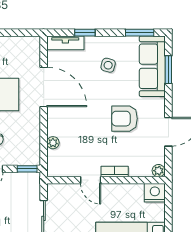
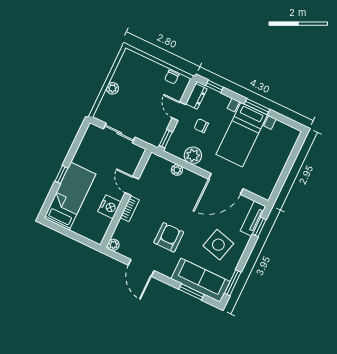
window: (85, 33) -> (259, 227), moved
side table: (108, 65) -> (218, 245), width x1.87, depth x1.87
plant: (31, 134) -> (193, 155), added
door: (91, 180) -> (132, 186), hinge flipped
nightstand: (155, 193) -> (109, 207), moved

